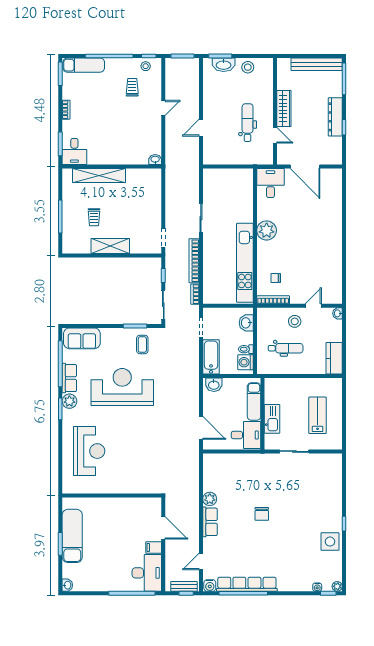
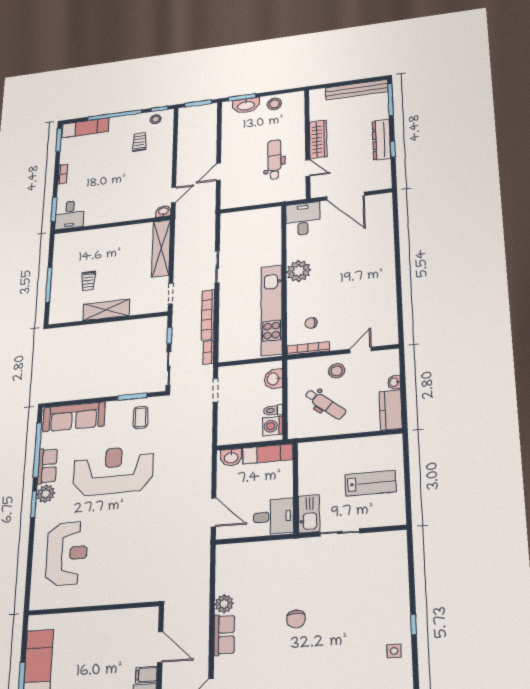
door: (163, 108) -> (174, 195), moved
shelving: (99, 176) -> (161, 248), moved, turned 90
washbasin: (338, 313) -> (394, 382), moved
sofa: (82, 338) -> (74, 417), width x1.36
dental chair: (286, 348) -> (325, 404), turned 39
bathtub: (211, 357) -> (228, 424), removed
exam couch: (254, 402) -> (268, 454), moved, turned -90
lab bench: (318, 415) -> (371, 483), turned 90
kitchen sink: (272, 419) -> (309, 514), moved
side table: (330, 542) -> (394, 651), width x0.54, depth x0.54

